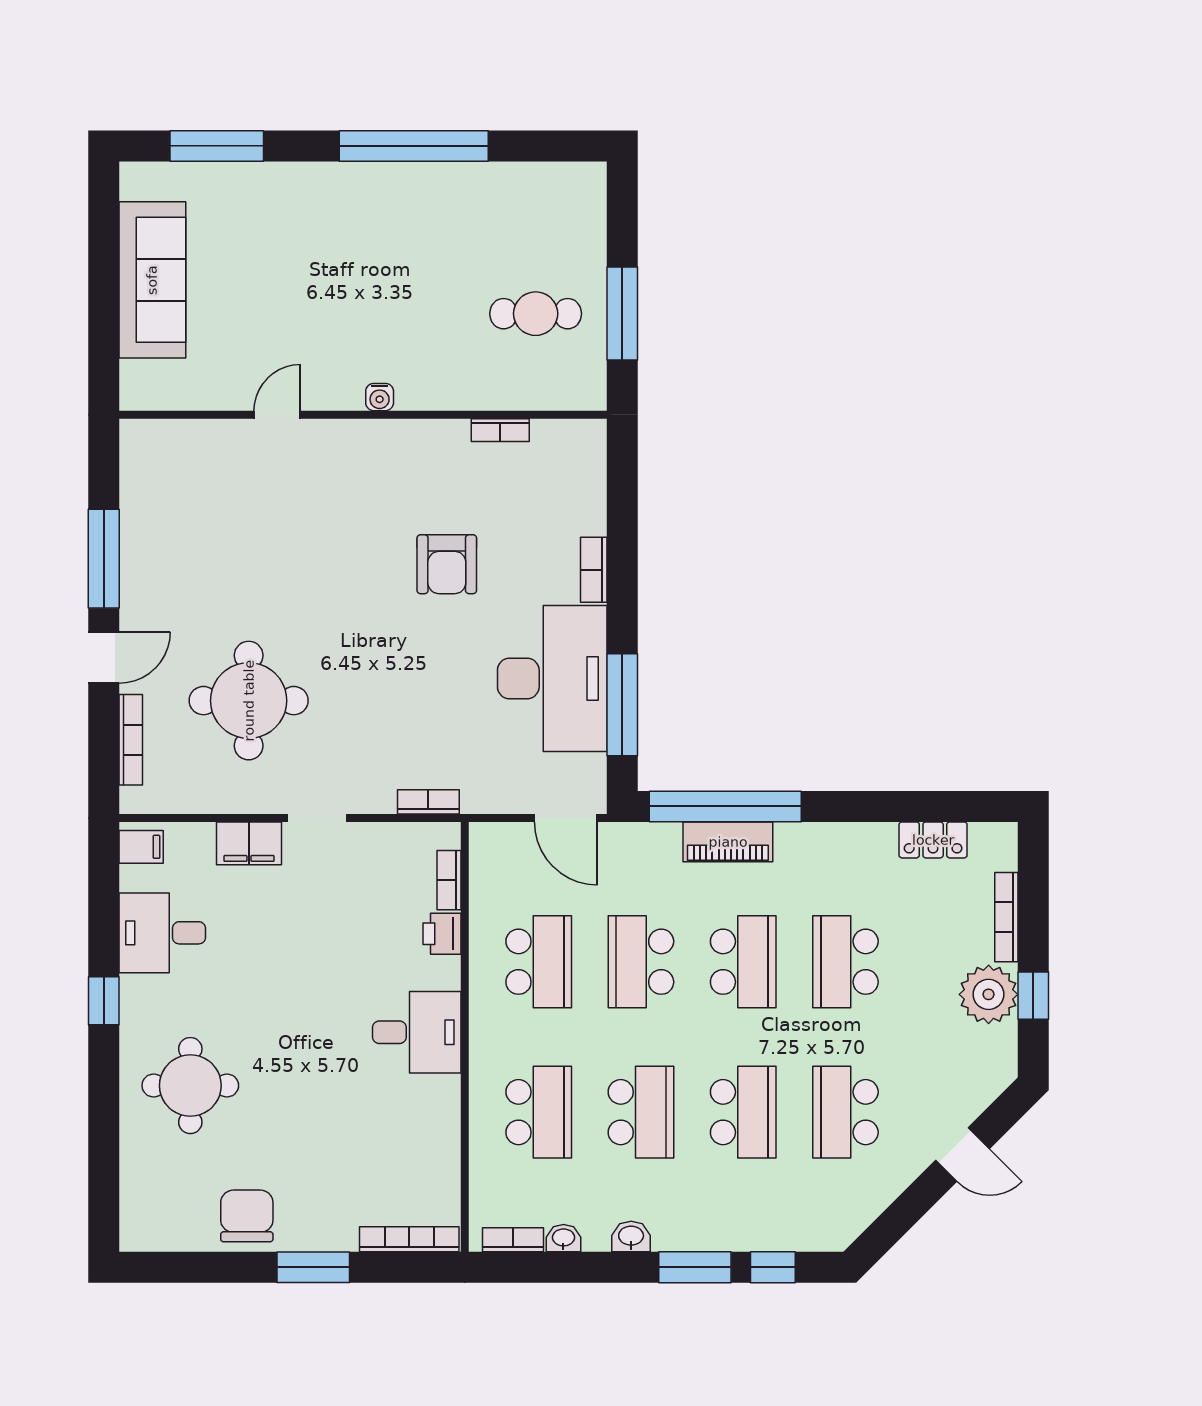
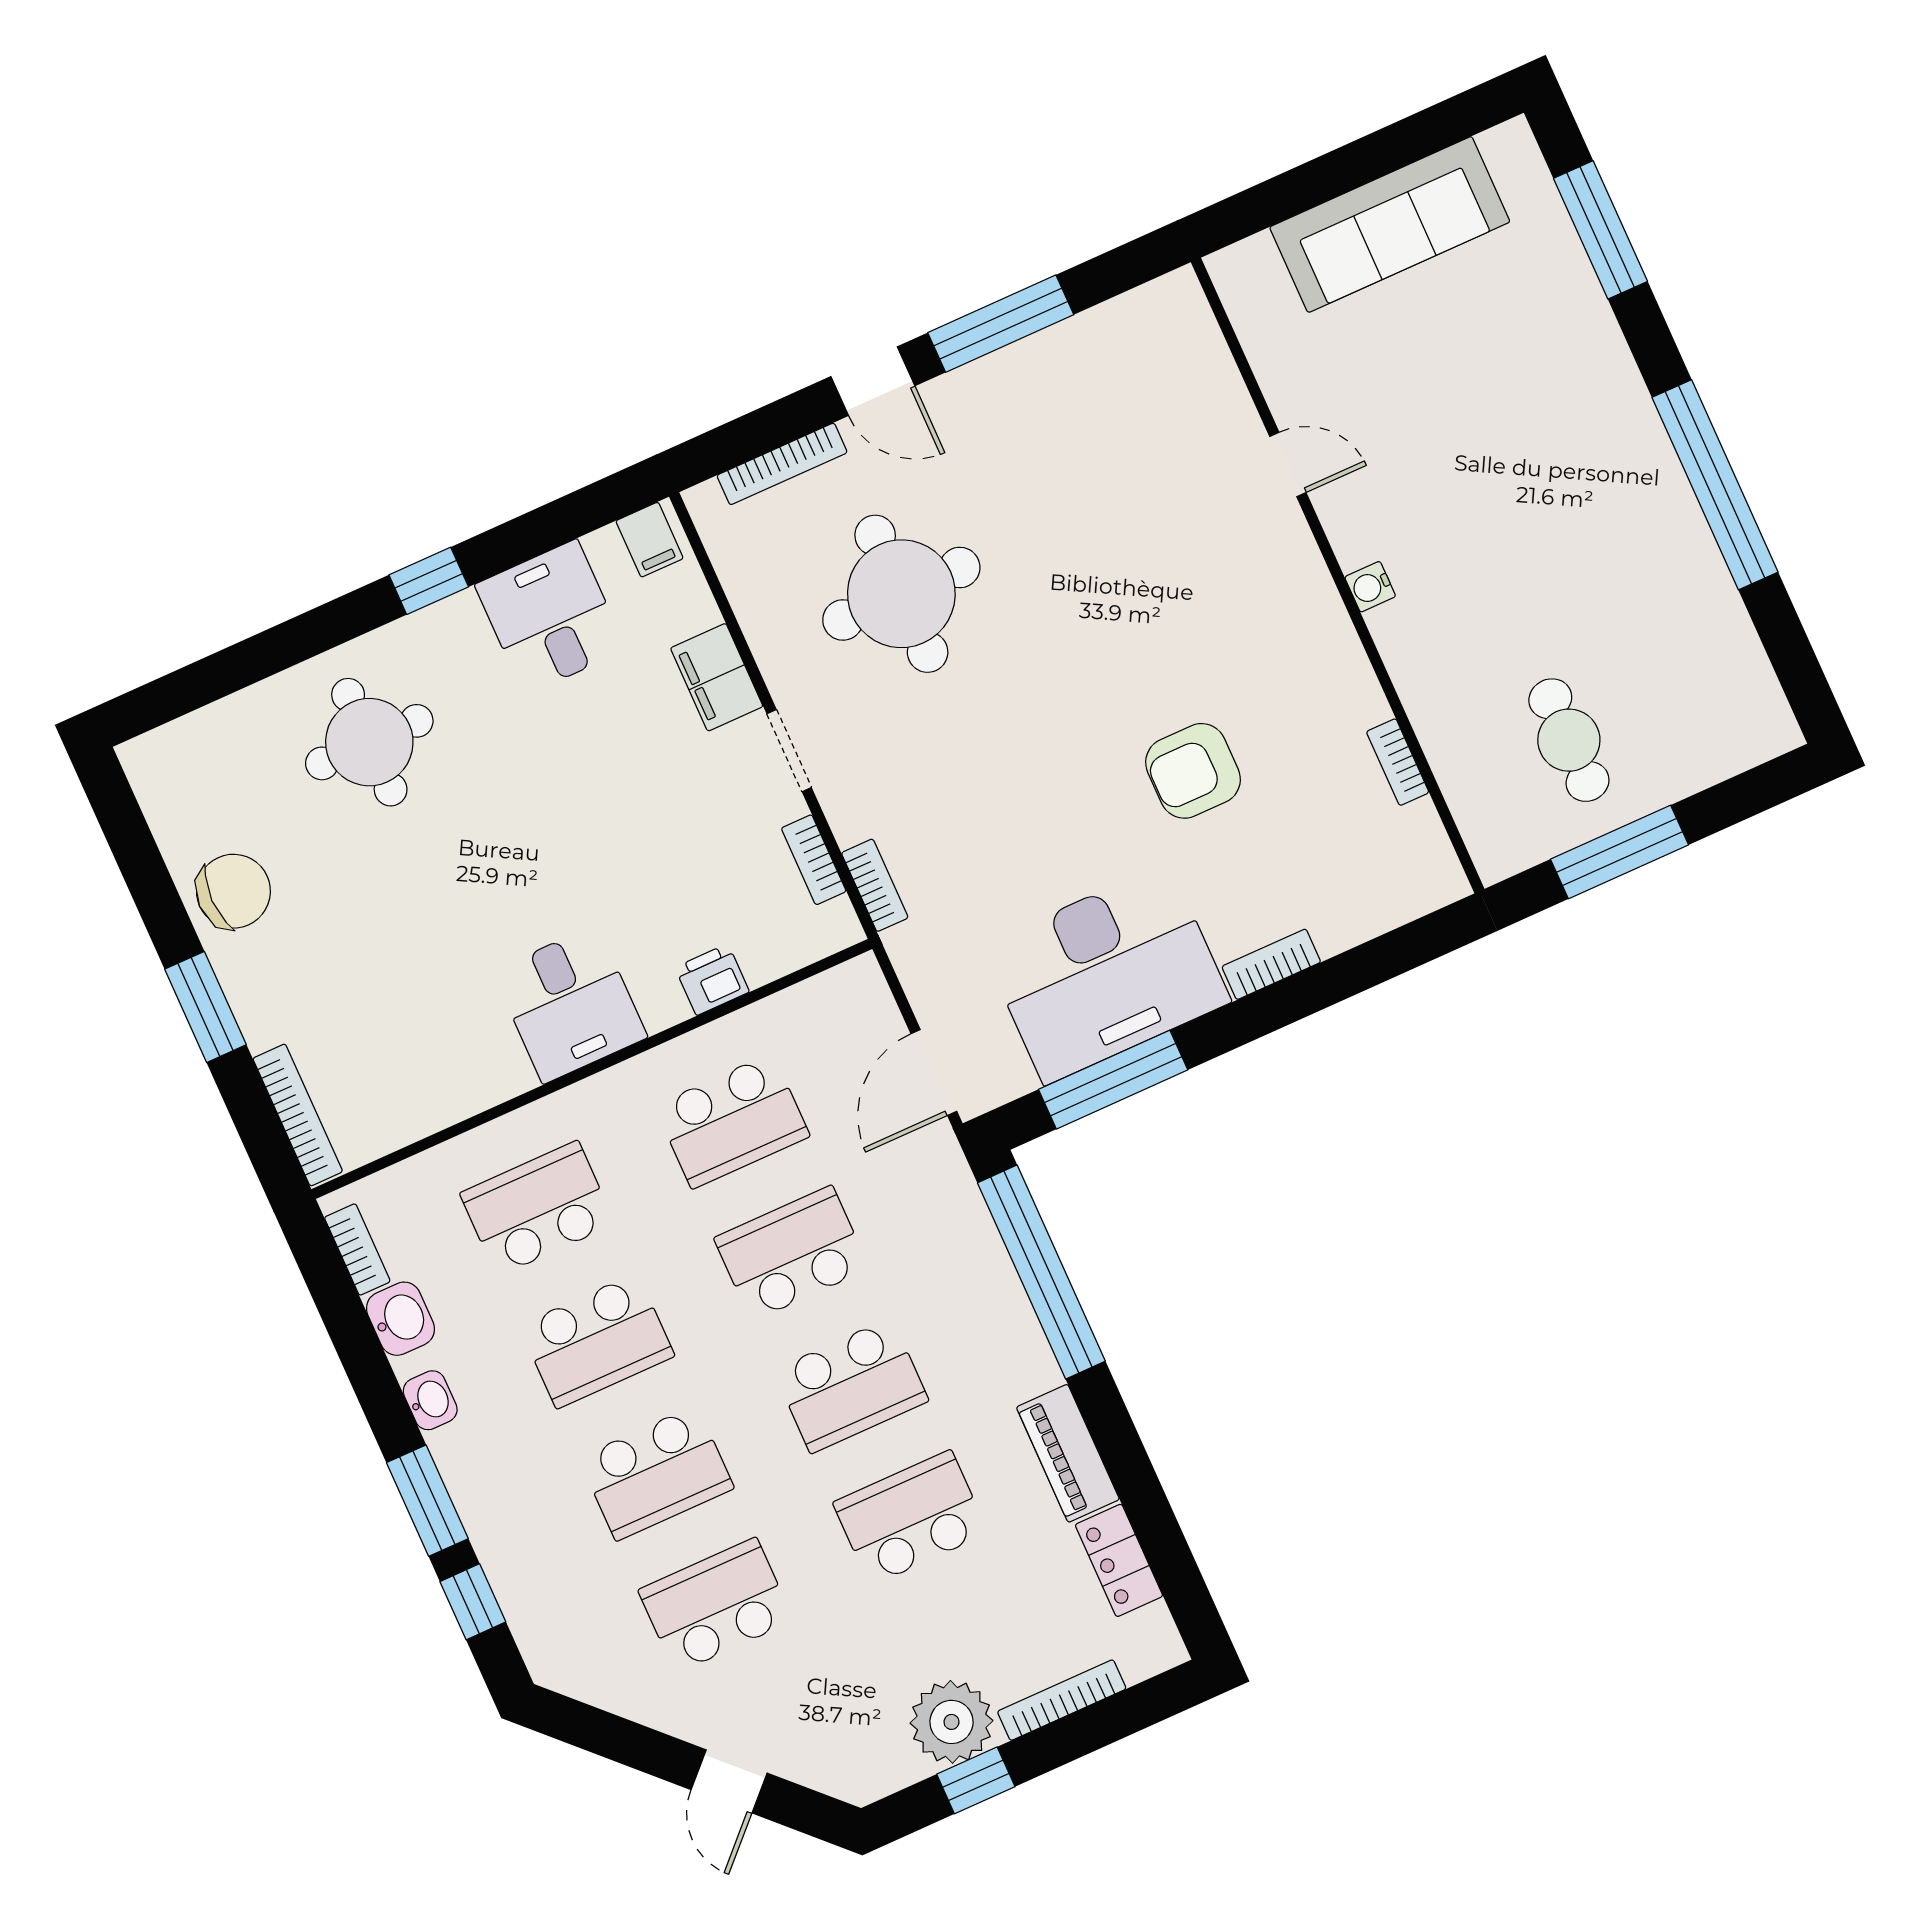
piano: (728, 842) -> (1068, 1453), moved
bookcase: (449, 880) -> (814, 860), moved, turned -90
school desk: (539, 1112) -> (537, 1208), turned 180
washbasin: (563, 1238) -> (401, 1319), width x1.38, depth x1.45

